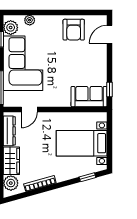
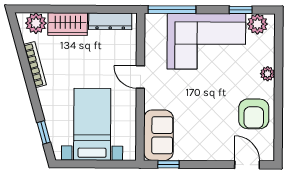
plant: (30, 20) -> (268, 74), moved
armchair: (74, 30) -> (254, 114), turned -90
door: (29, 110) -> (140, 77), moved

